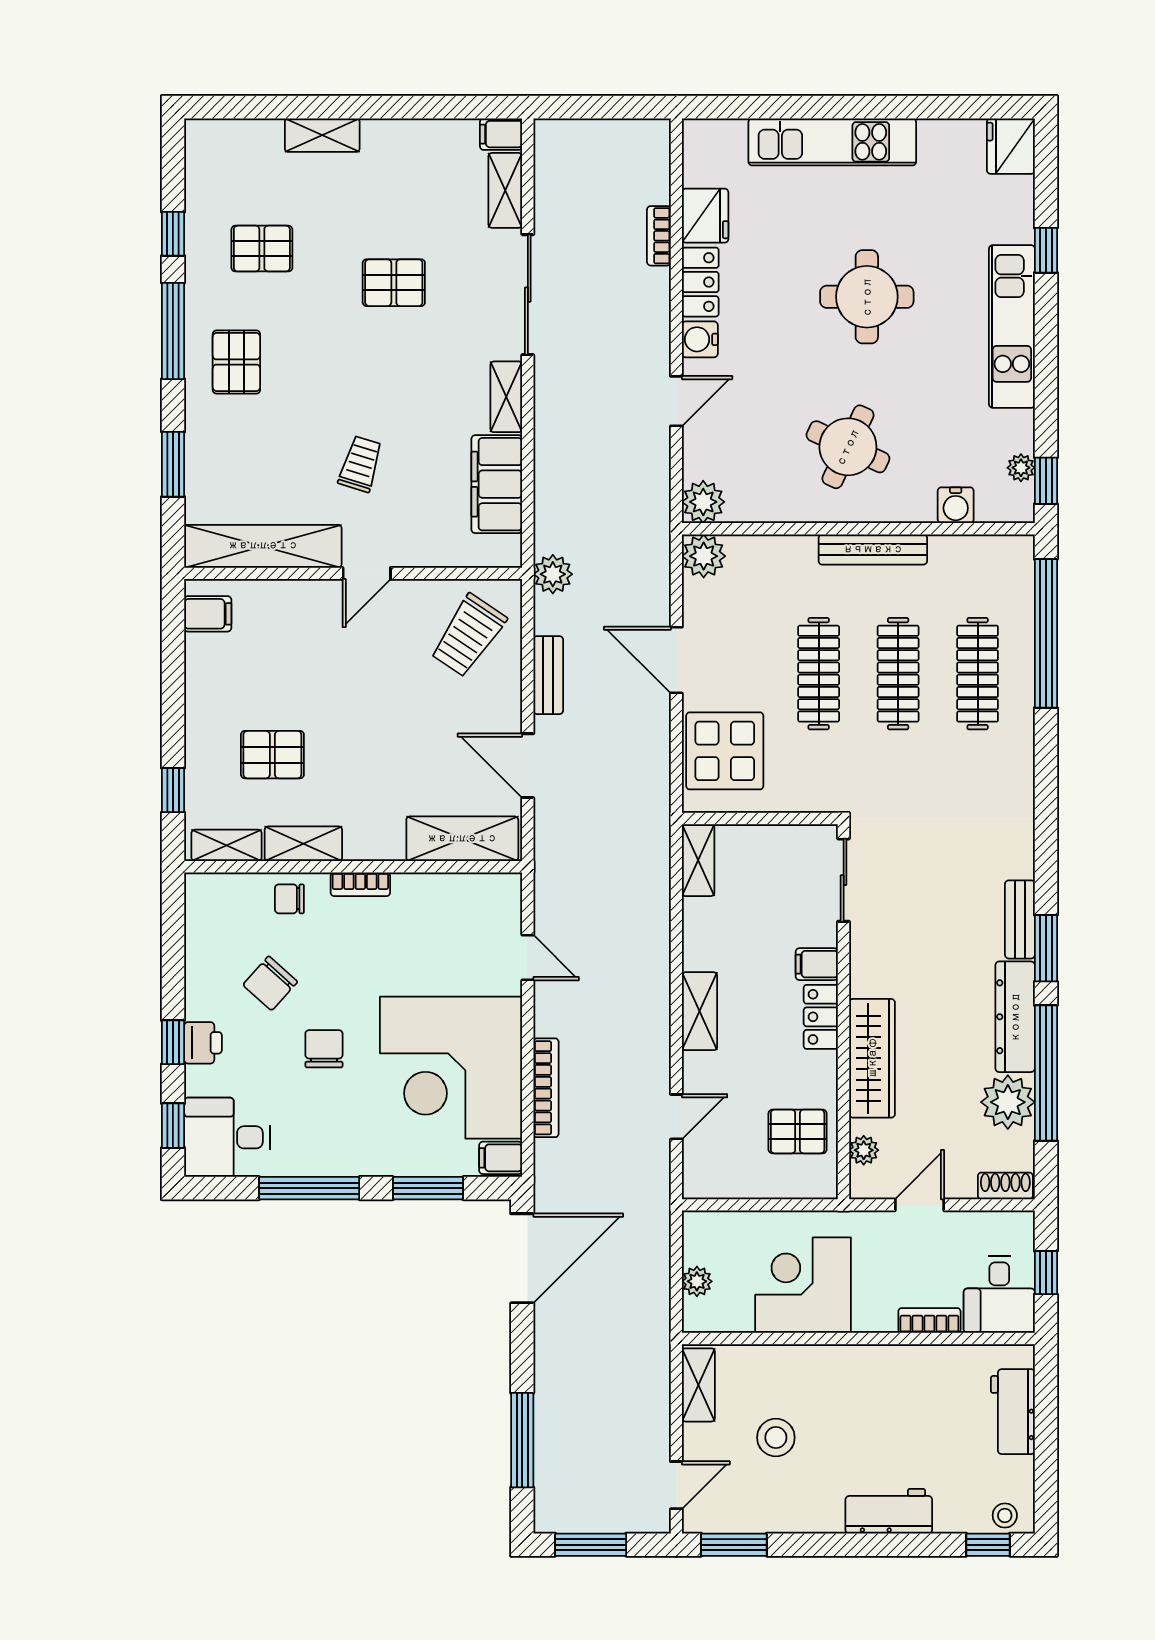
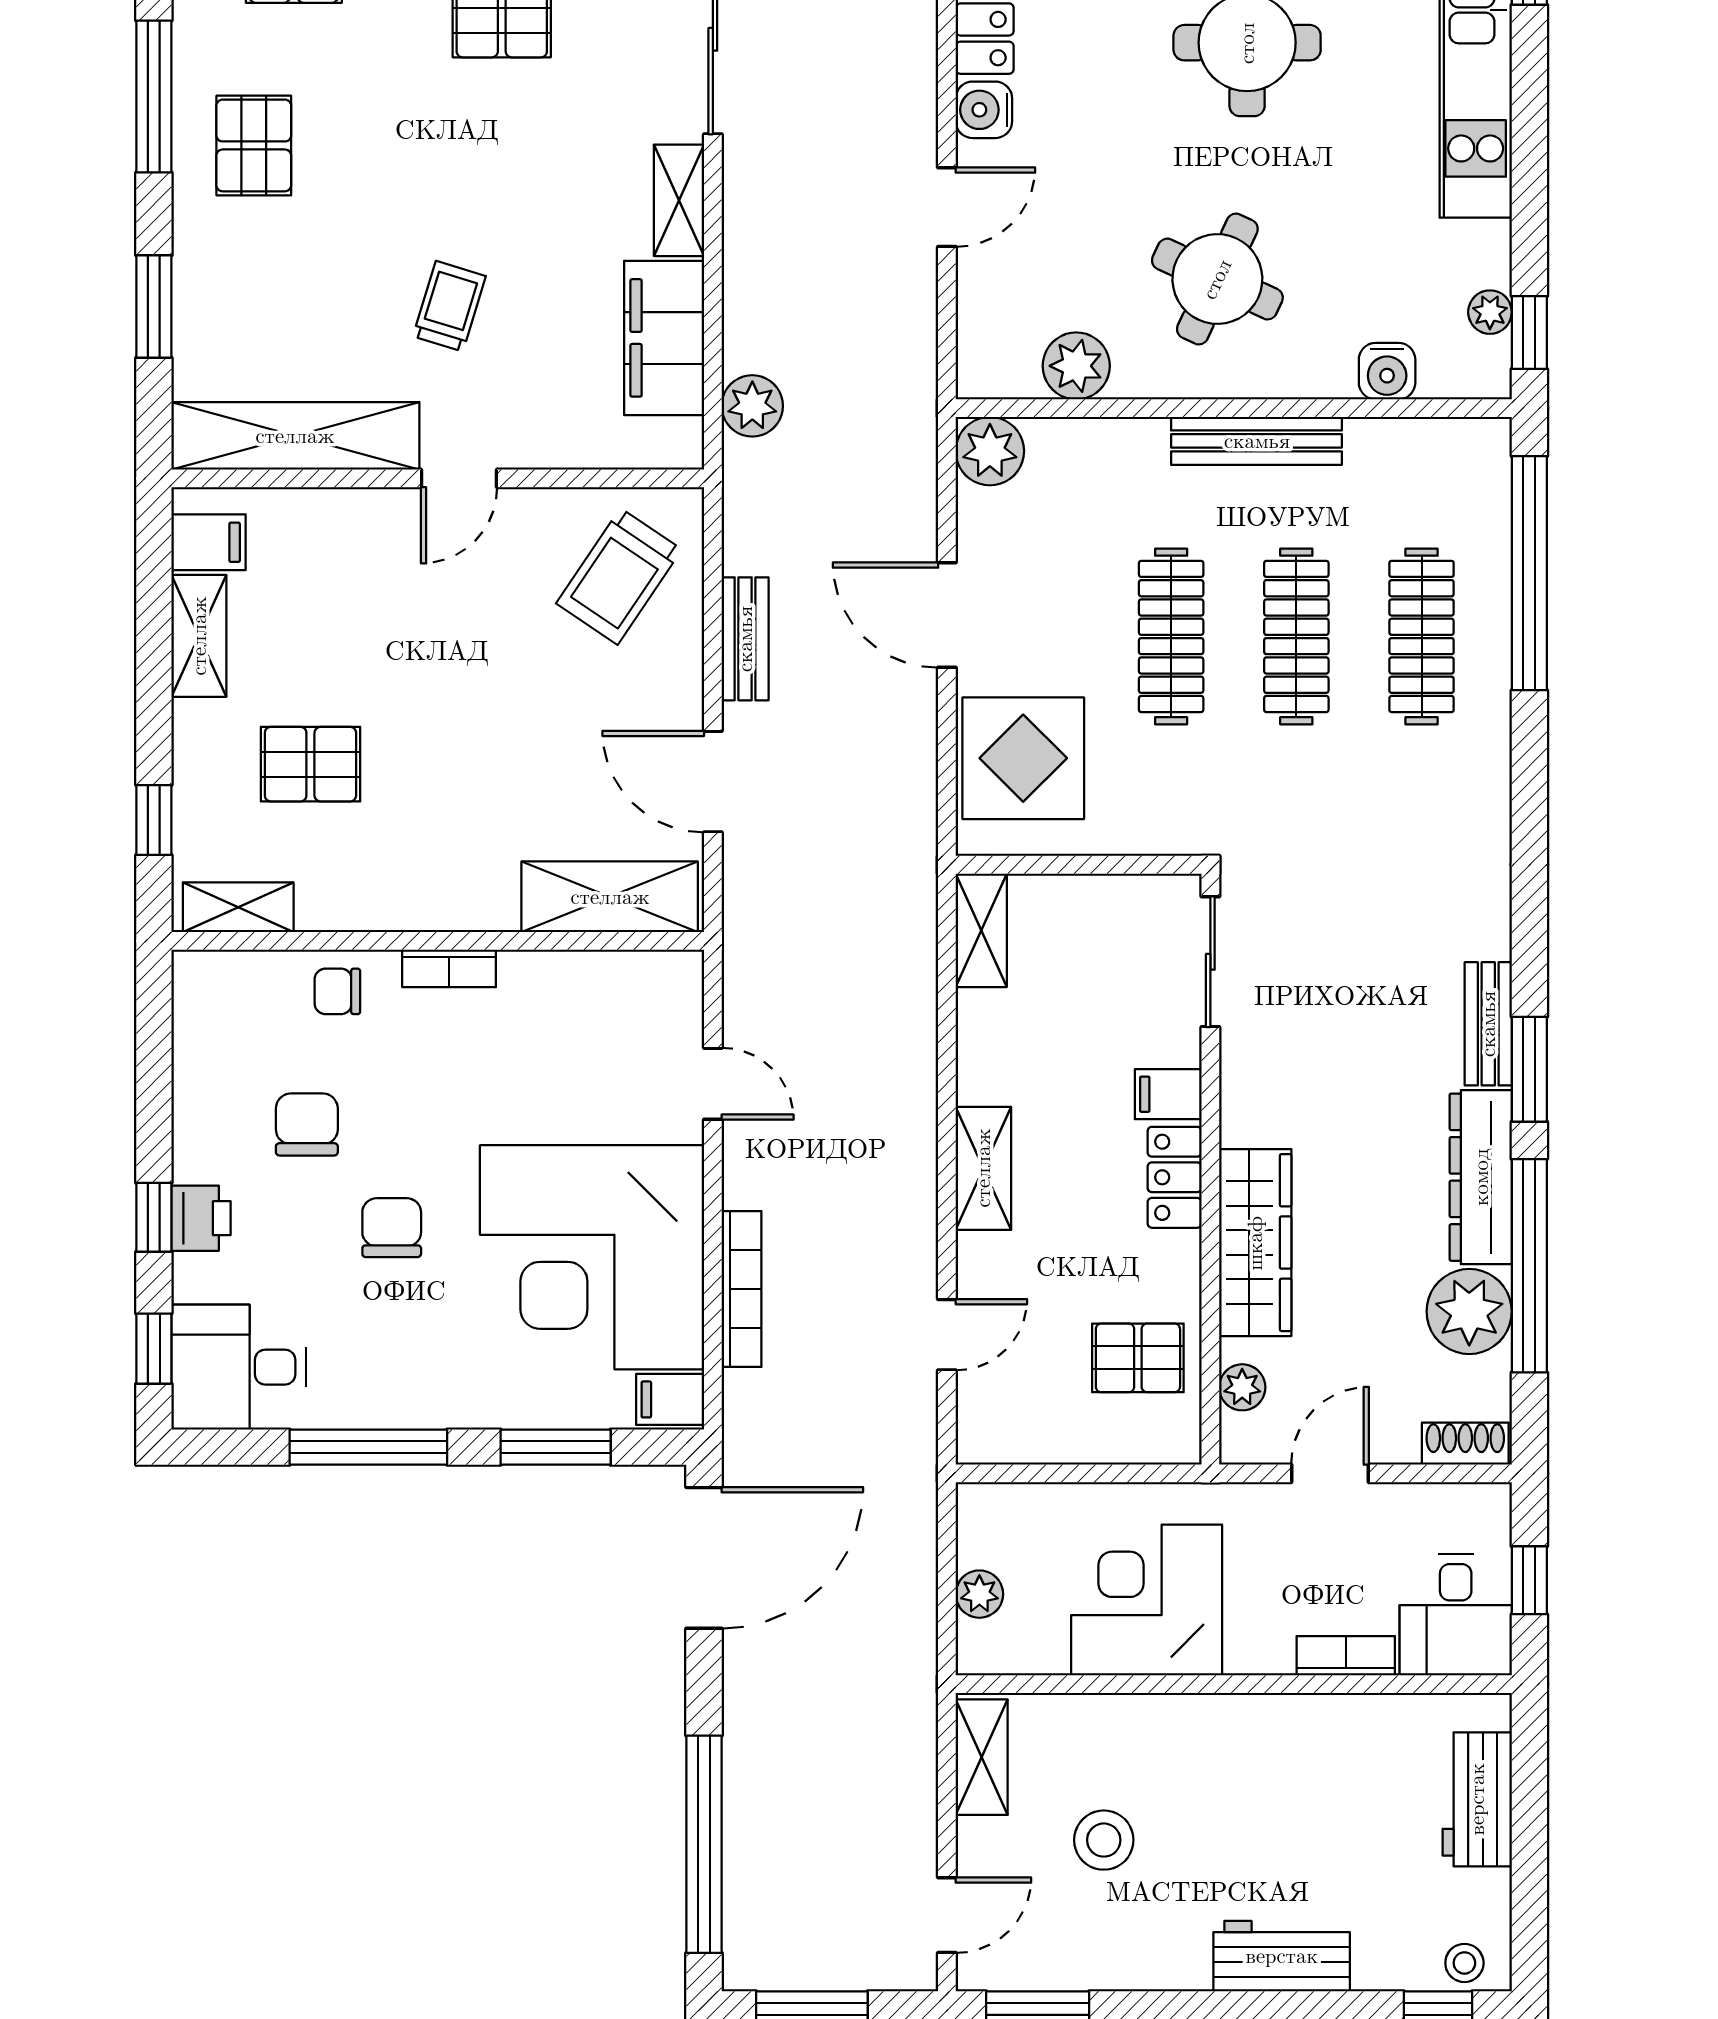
plant: (703, 502) -> (1076, 366), moved
plant: (553, 574) -> (752, 406), moved
shelving: (303, 844) -> (199, 636), moved, turned 90
chair: (270, 983) -> (307, 1124), turned 138
window: (522, 1440) -> (704, 1844), width x1.46

